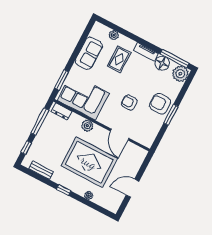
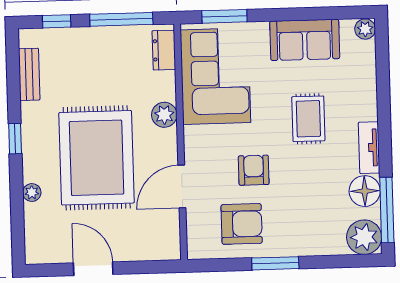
plant: (114, 35) -> (365, 29), moved
rug: (119, 59) -> (308, 119), moved, turned 90
armchair: (160, 104) -> (242, 224), moved, turned 90

